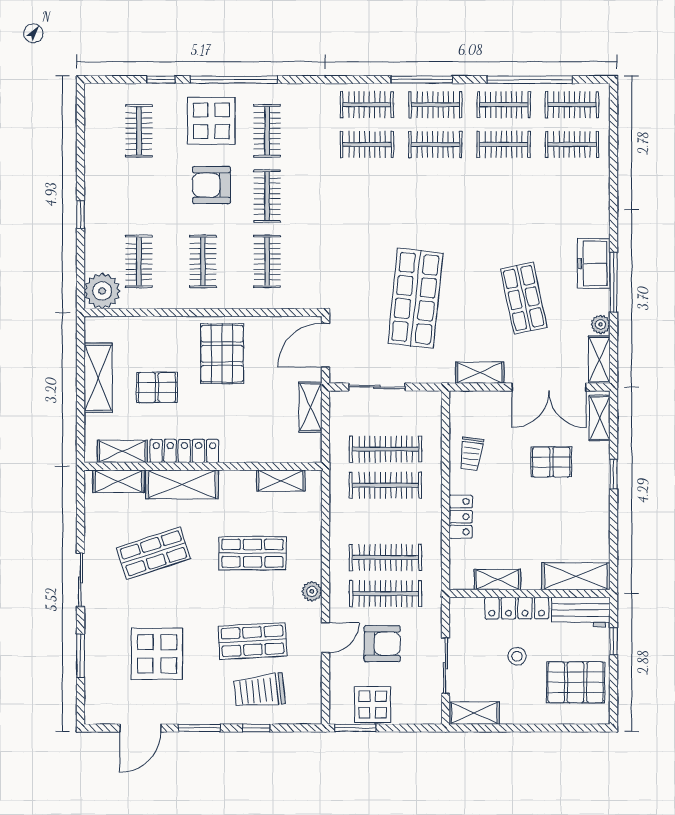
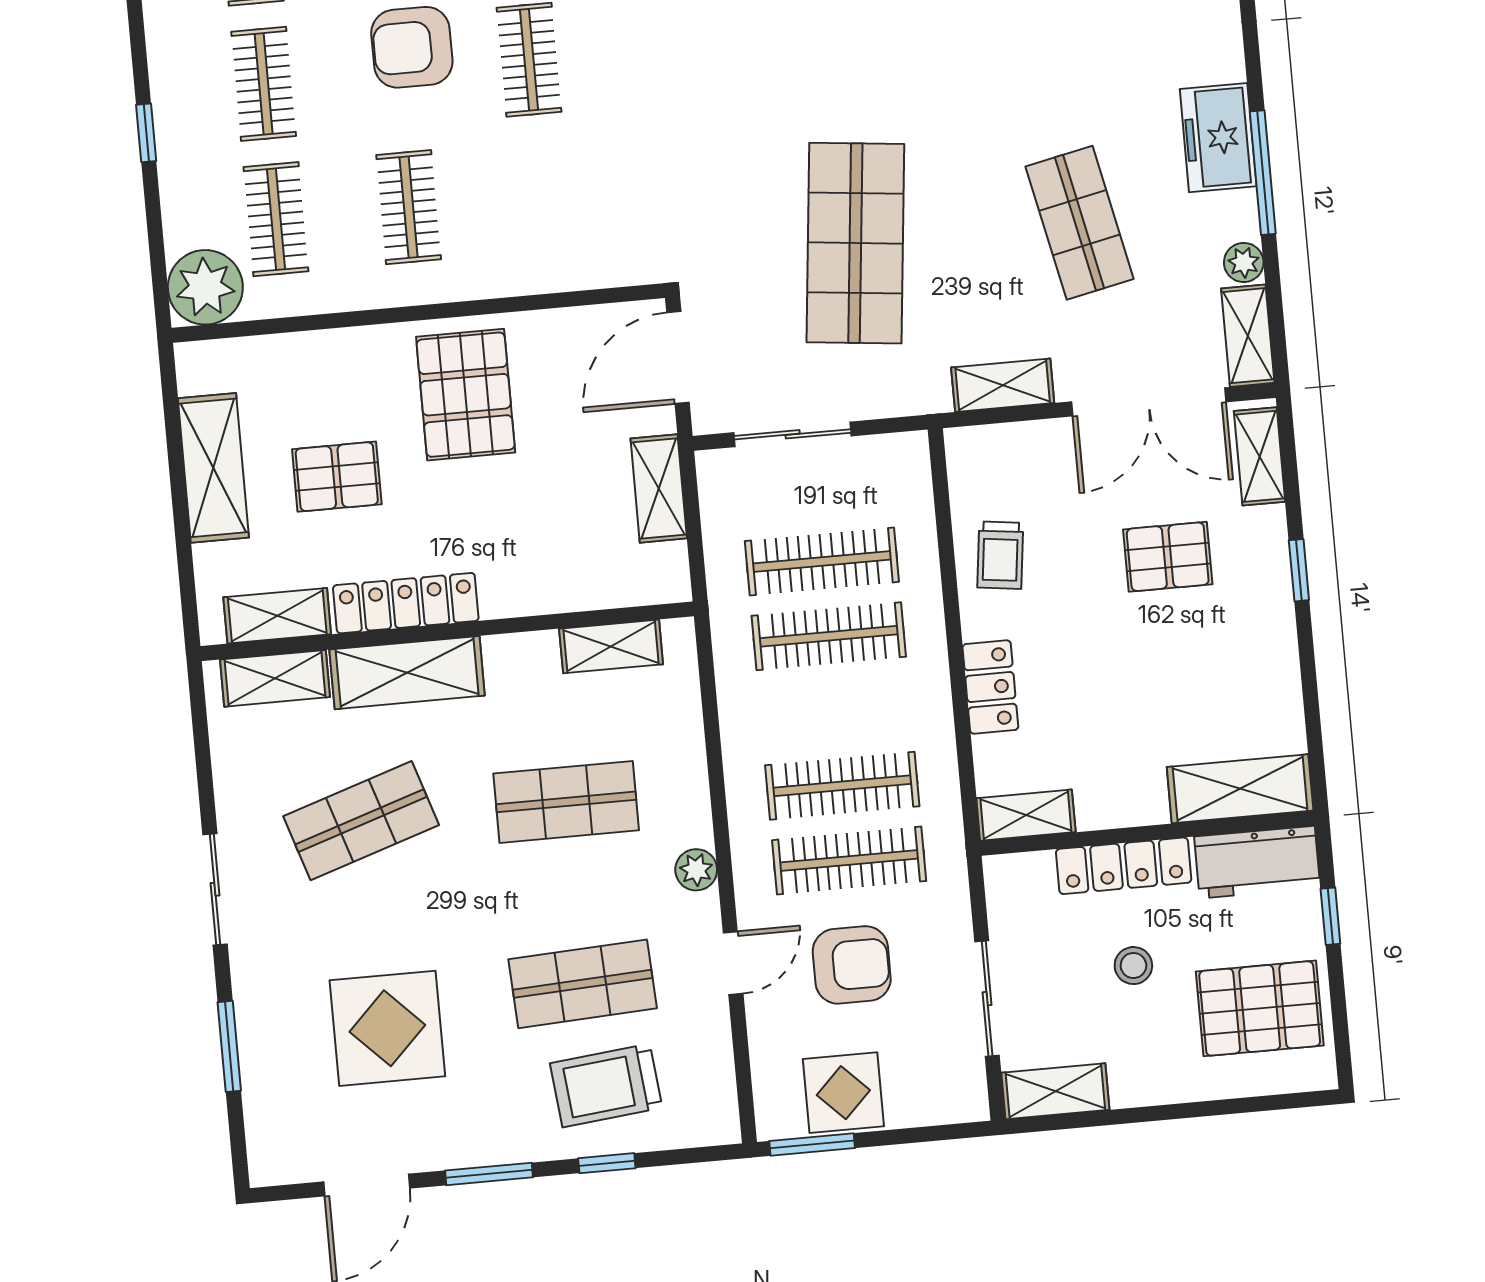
clothes rail: (267, 261) -> (264, 84), moved
shelving: (497, 580) -> (1026, 815), moved

